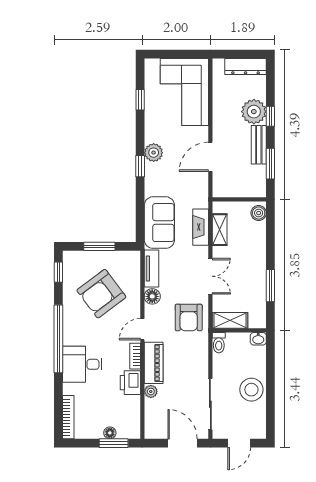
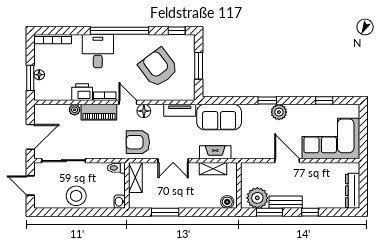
plant: (254, 112) -> (257, 198), moved
door: (210, 157) -> (287, 161), moved
floor lamp: (152, 296) -> (144, 111), moved

